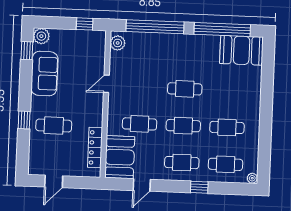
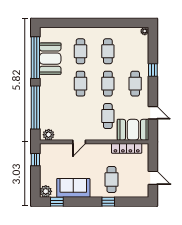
booth: (242, 50) -> (50, 59), moved
door: (106, 84) -> (79, 142), hinge flipped
cafe table: (225, 164) -> (81, 51), moved

